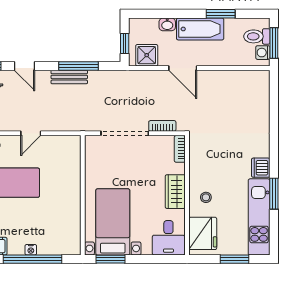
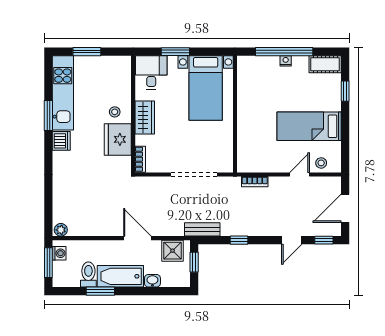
toilet: (257, 36) -> (88, 274), moved, turned -90
door: (25, 66) -> (292, 240), swing flipped
window: (79, 66) -> (239, 240), width x0.46
bench: (69, 77) -> (202, 229), moved
plant: (261, 77) -> (61, 230), added
bookcase: (162, 126) -> (255, 182), moved
door: (31, 133) -> (299, 174), moved
fridge: (203, 233) -> (118, 139), moved
window: (111, 259) -> (175, 52), moved

